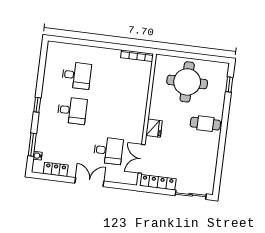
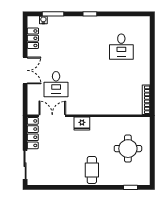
round table: (187, 82) -> (128, 149), width x0.73, depth x0.73
desk: (72, 110) -> (89, 47), removed

